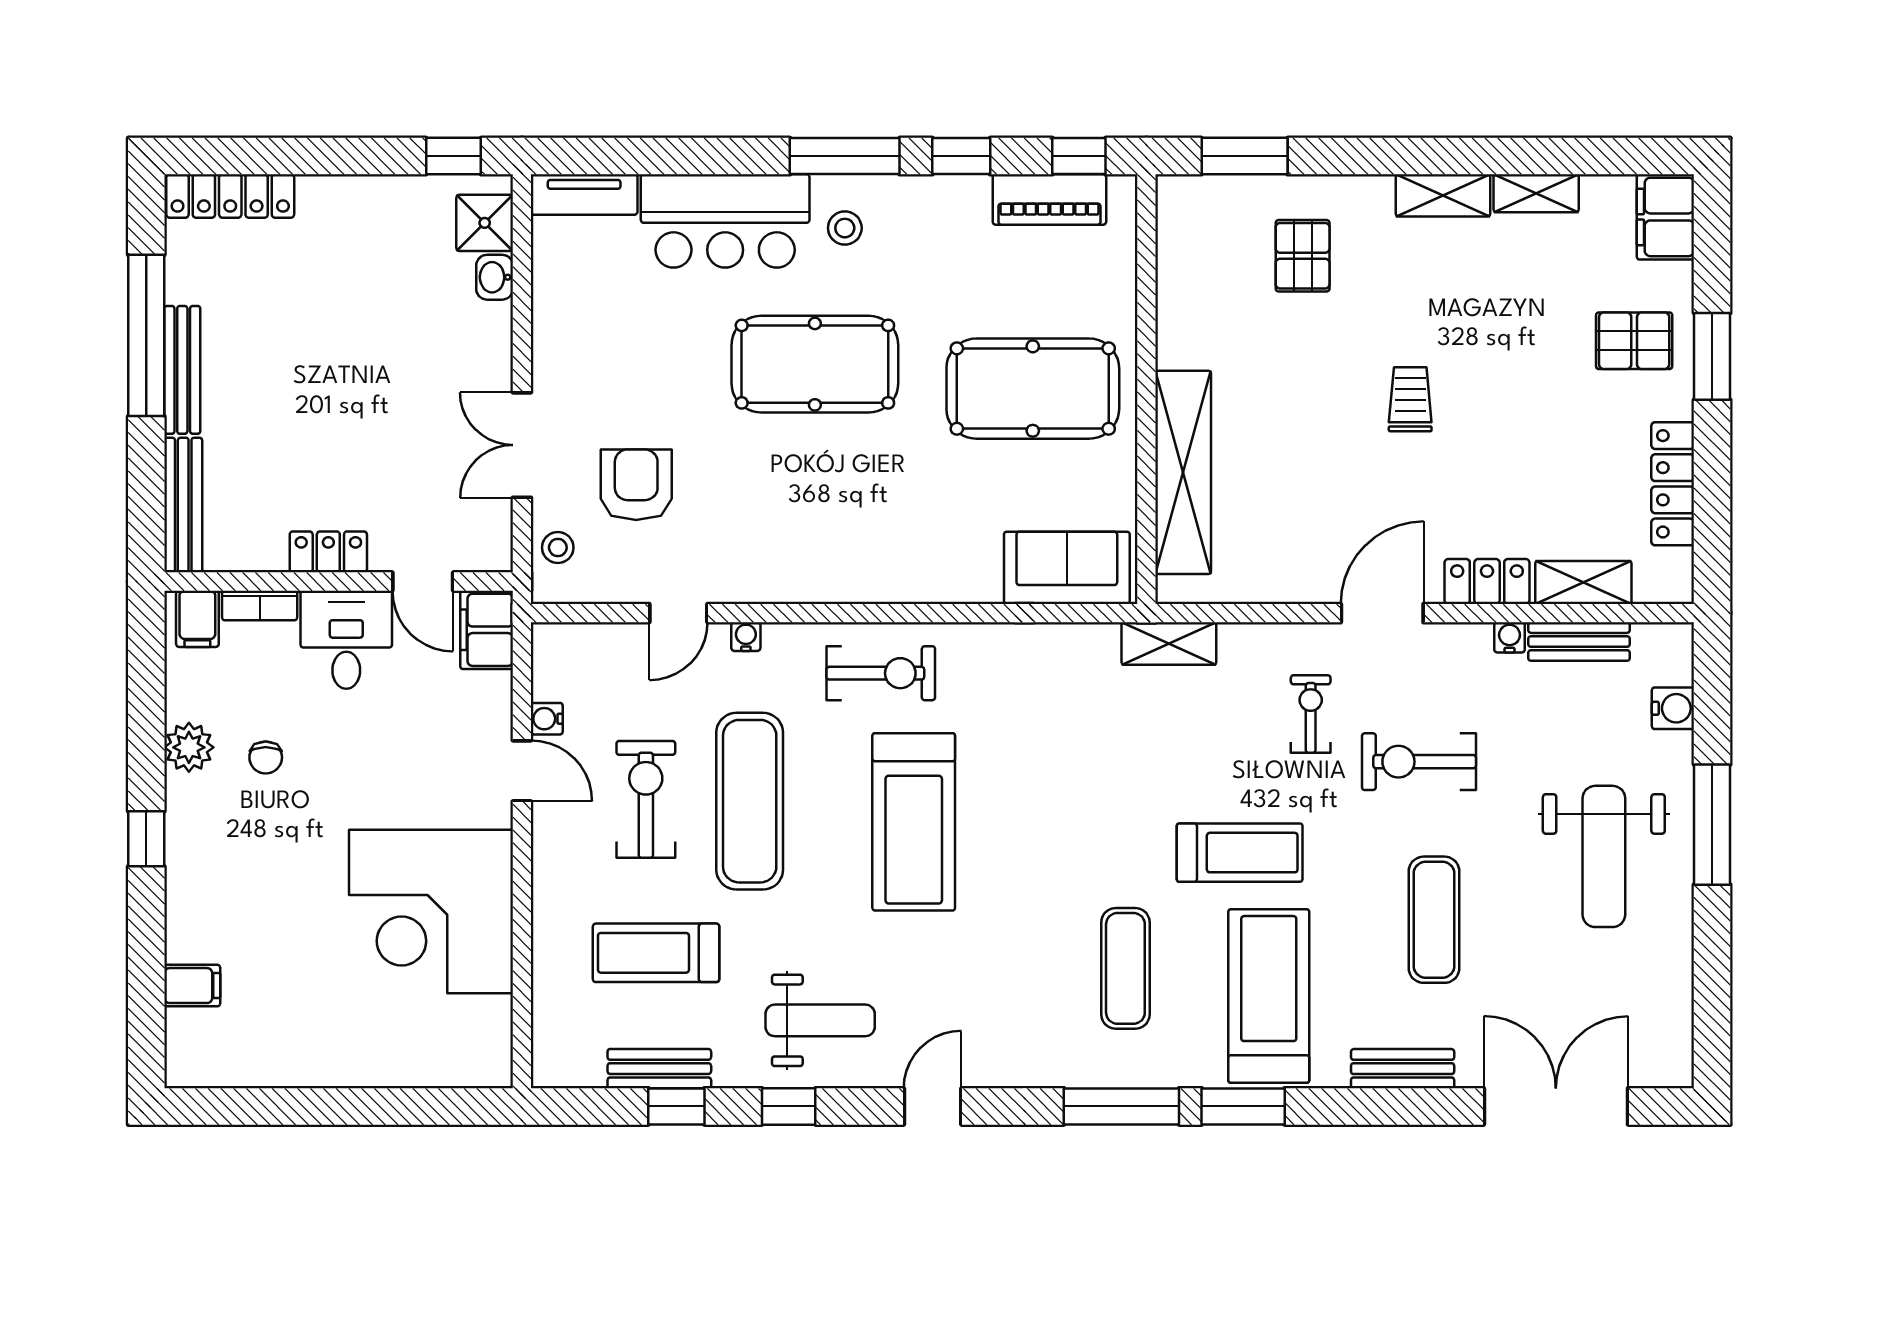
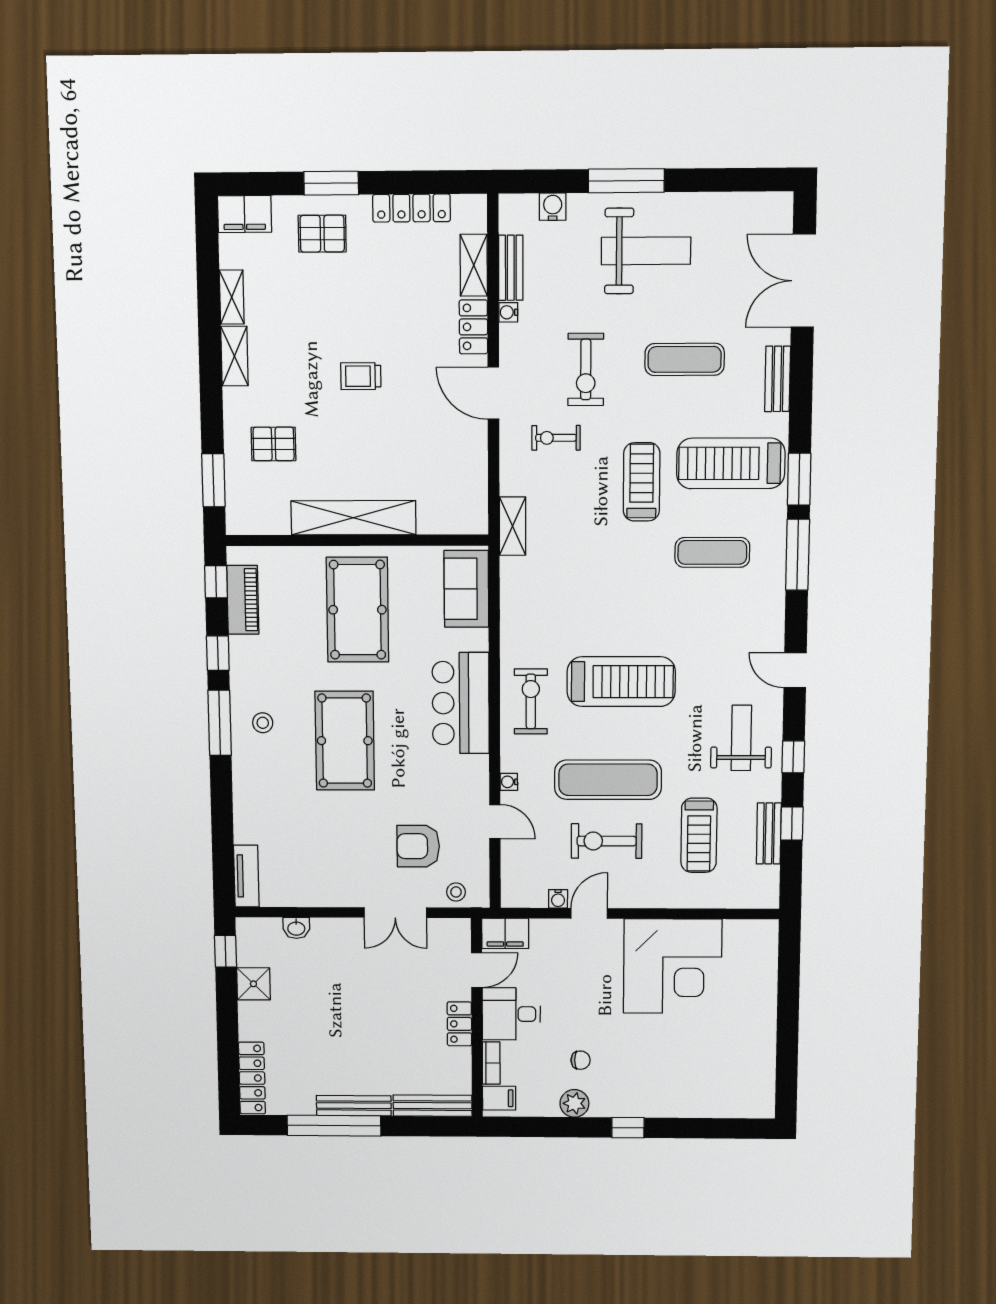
bar counter: (725, 221) -> (461, 703), moved, turned 180
shower: (485, 223) -> (253, 984), moved
pallet: (1634, 341) -> (322, 234), turned 90
shelving: (1183, 472) -> (353, 518), moved
filing cabinet: (192, 986) -> (715, 1103), removed

